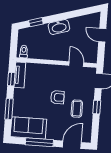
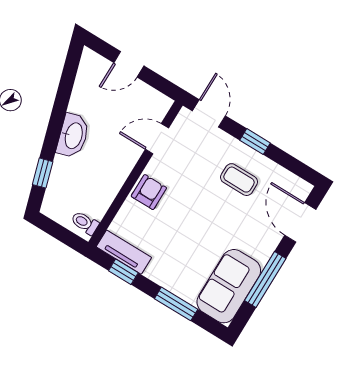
armchair: (57, 97) -> (149, 192), moved

